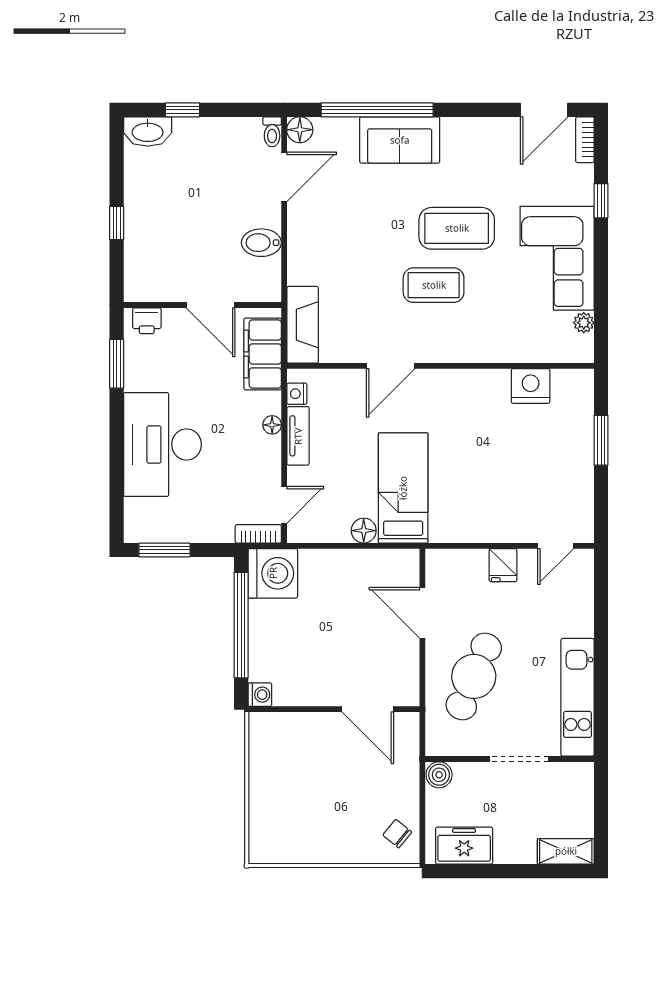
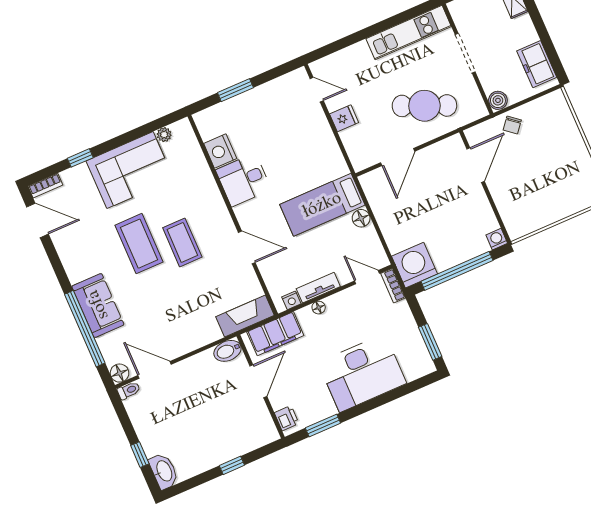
bidet: (261, 243) -> (227, 351), moved, turned 90
desk: (480, 400) -> (243, 180), added
chair: (397, 834) -> (512, 125), moved

